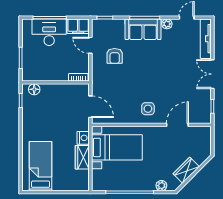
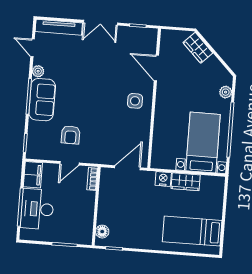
door: (90, 45) -> (69, 163), moved
armchair: (115, 56) -> (71, 135), turned 90
bed with nightstands: (117, 147) -> (203, 143), moved
wardrobe: (186, 170) -> (198, 48), moved

